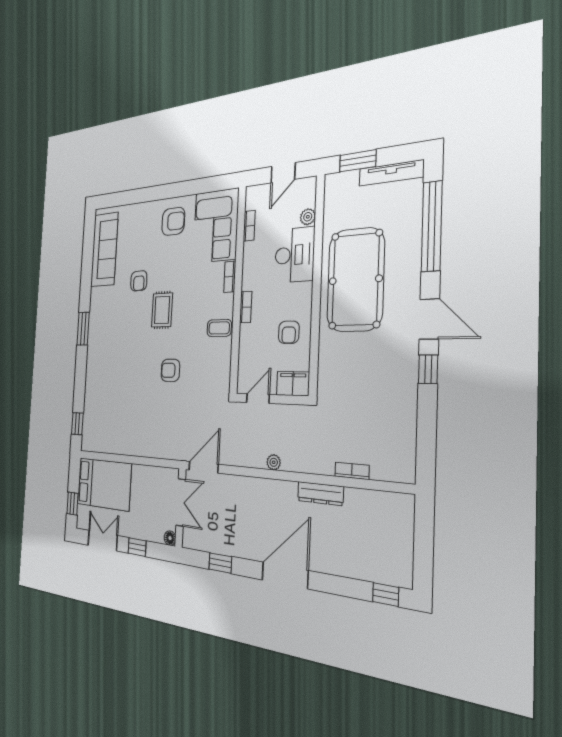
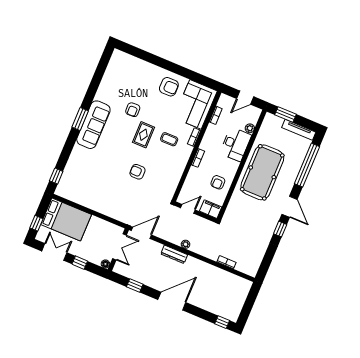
sofa: (104, 250) -> (93, 125), moved
coffee table: (219, 328) -> (169, 139), moved
dresser: (320, 494) -> (174, 254), moved

